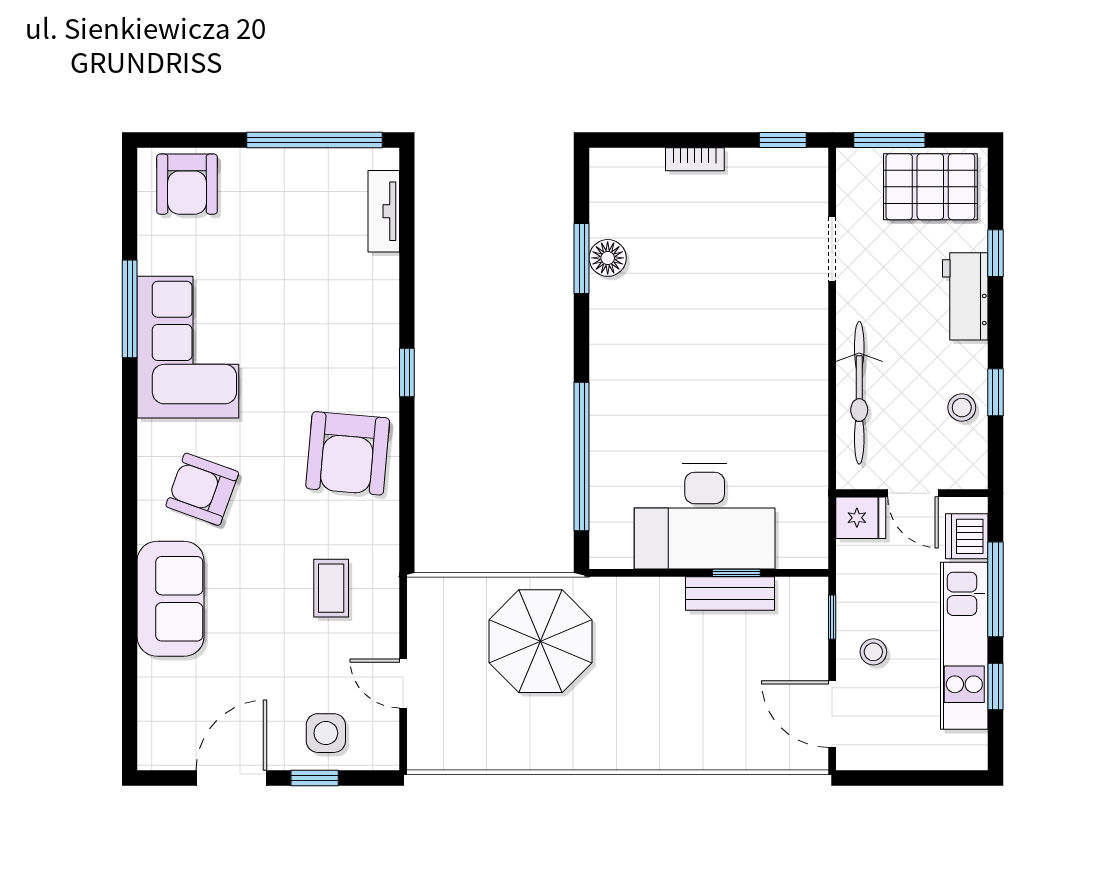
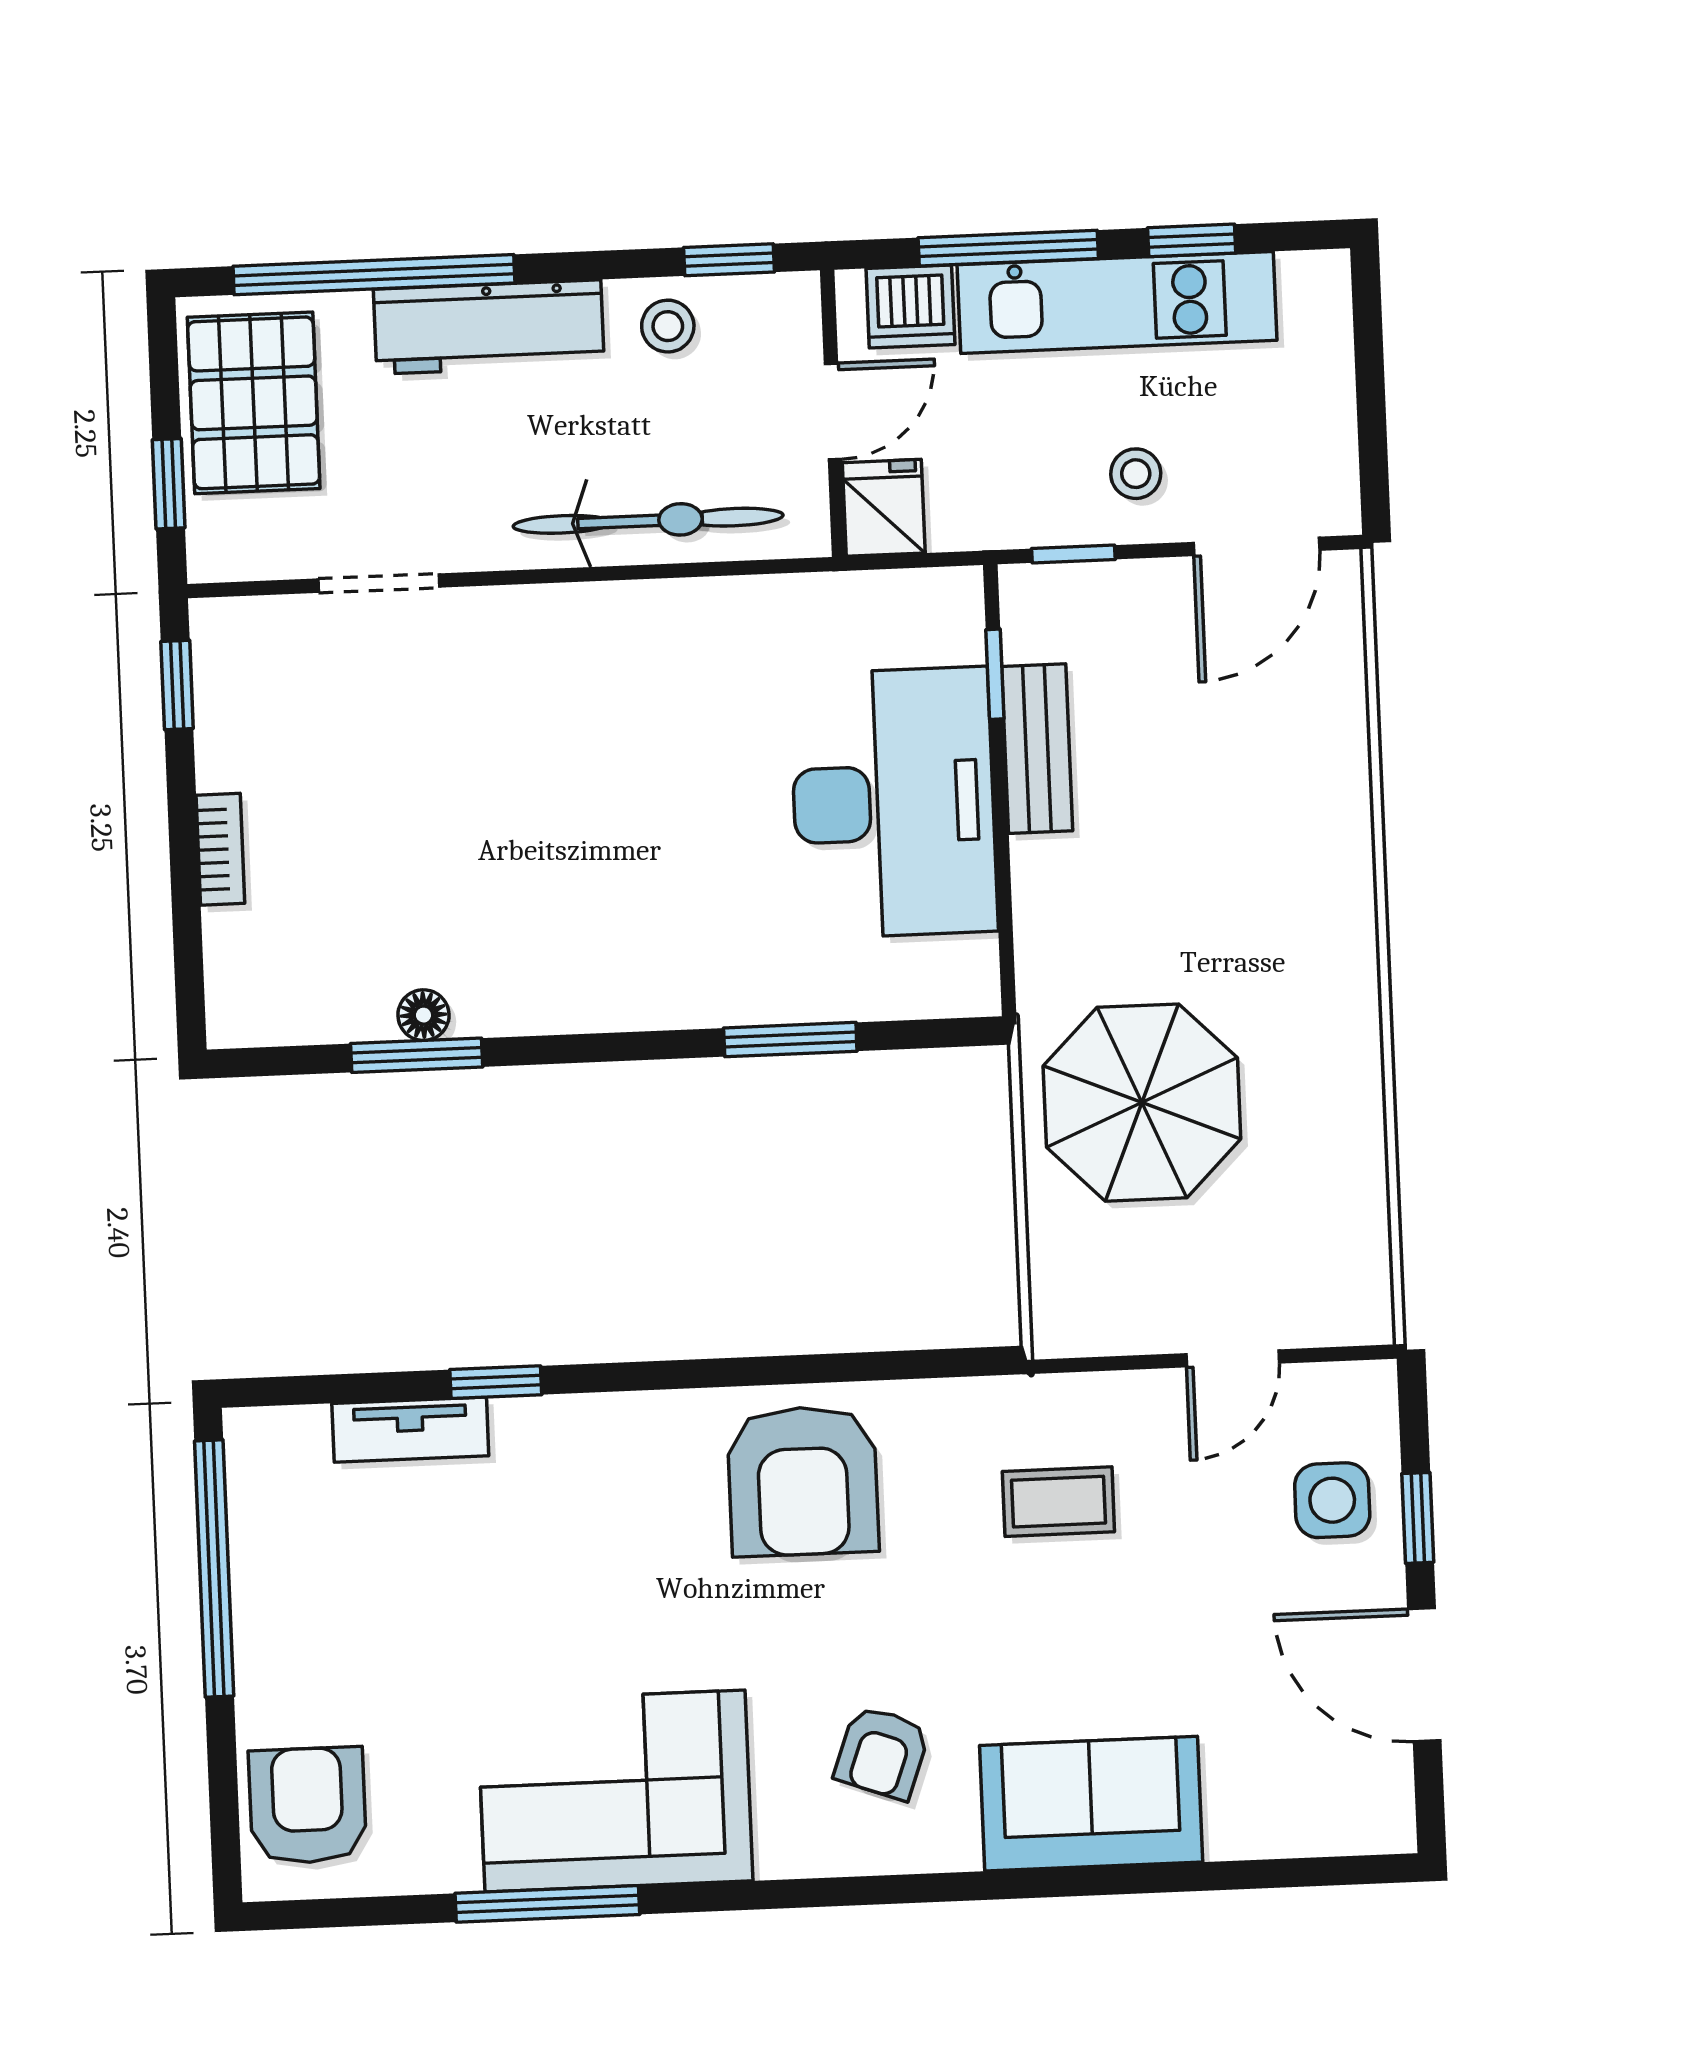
window: (889, 140) -> (169, 484), width x0.67
armchair: (187, 184) -> (308, 1806), turned -90
tv unit: (384, 211) -> (410, 1430), moved
window: (995, 253) -> (374, 275), width x3.17
floor lamp: (608, 258) -> (423, 1015), width x0.73, depth x0.73
workbench: (965, 296) -> (489, 327), width x1.38
window: (407, 372) -> (496, 1382), moved
window: (995, 392) -> (729, 260), moved
armchair: (348, 453) -> (803, 1481), turned 85
window: (582, 457) -> (790, 1040), width x0.47
armchair: (202, 489) -> (882, 1753), width x0.72, depth x0.72
window: (736, 573) -> (995, 674), moved

